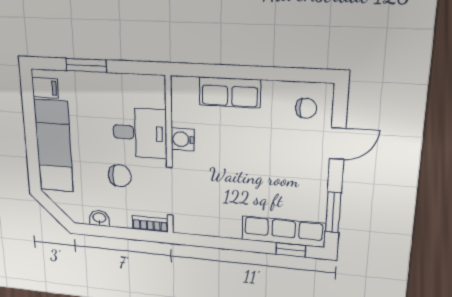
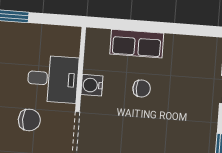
chair: (306, 108) -> (142, 89), moved

